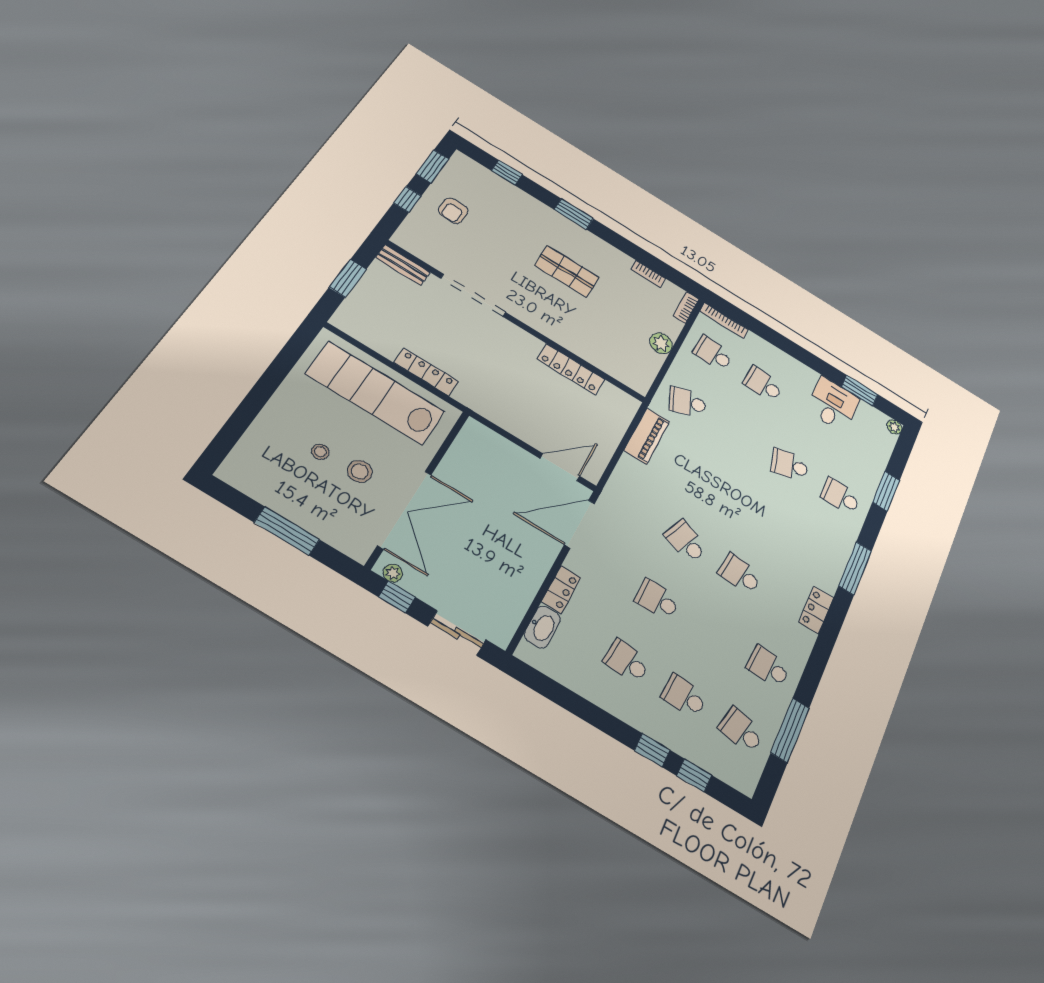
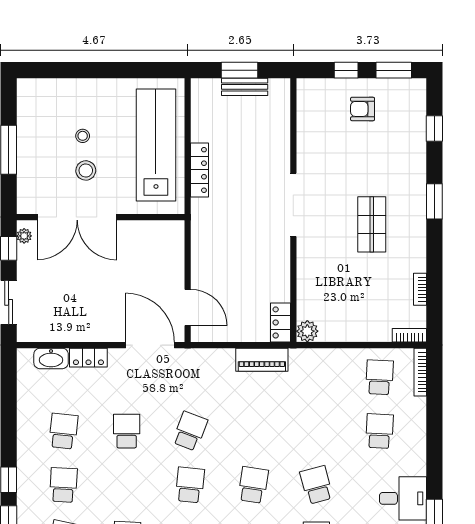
bench: (403, 265) -> (245, 87), moved, turned 90
doorway: (473, 295) -> (293, 205), moved
plant: (661, 343) -> (307, 331), moved
locker: (571, 369) -> (281, 322), moved, width x0.66
school desk: (687, 402) -> (253, 485), moved, turned 30

